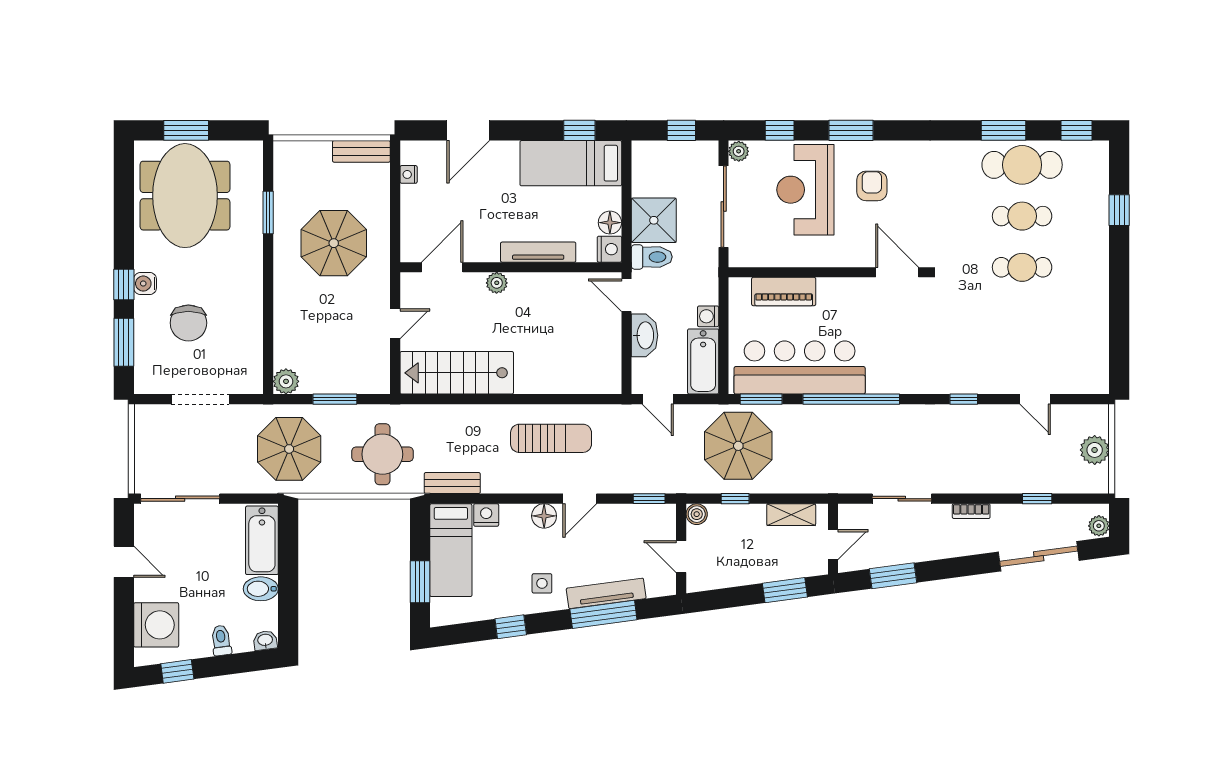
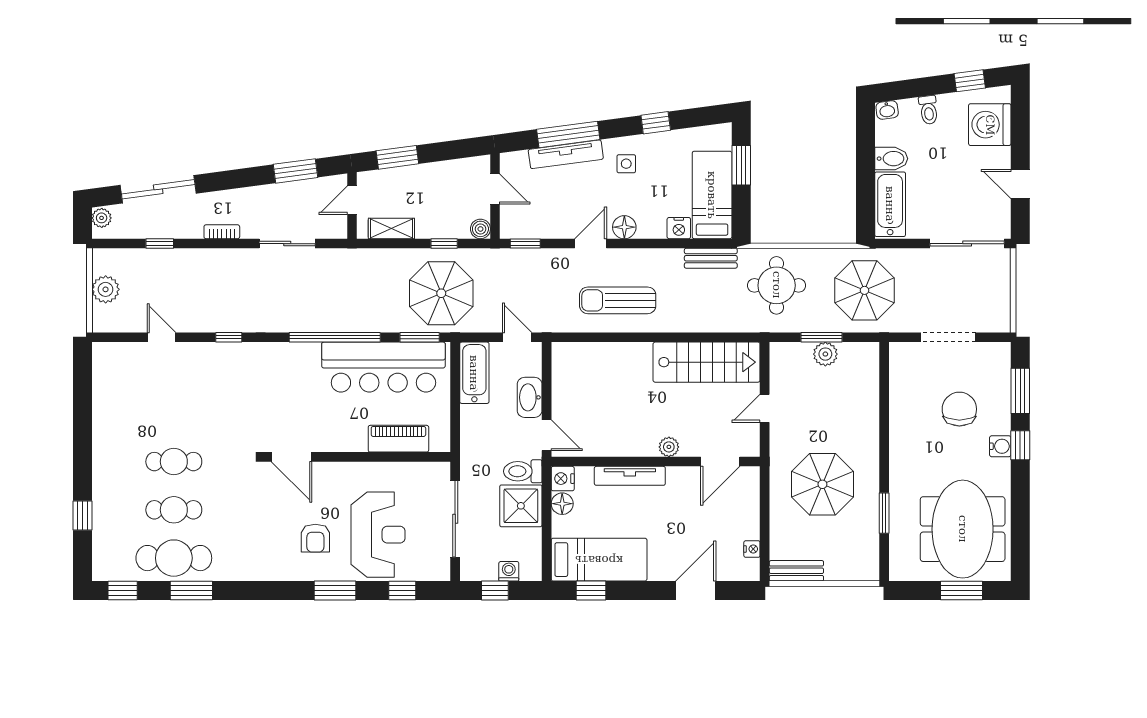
plant: (739, 151) -> (441, 571), removed
washing machine: (708, 316) -> (509, 571), moved, turned -90
plant: (286, 381) -> (825, 354), moved

